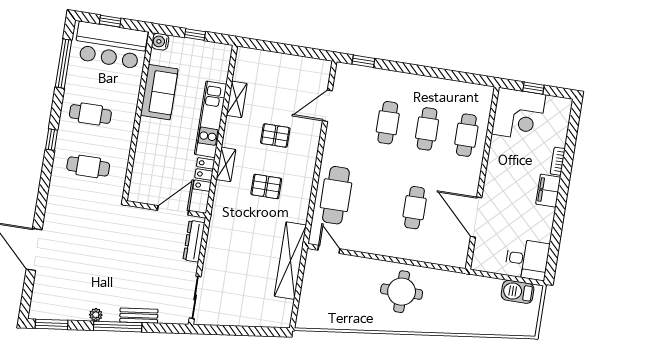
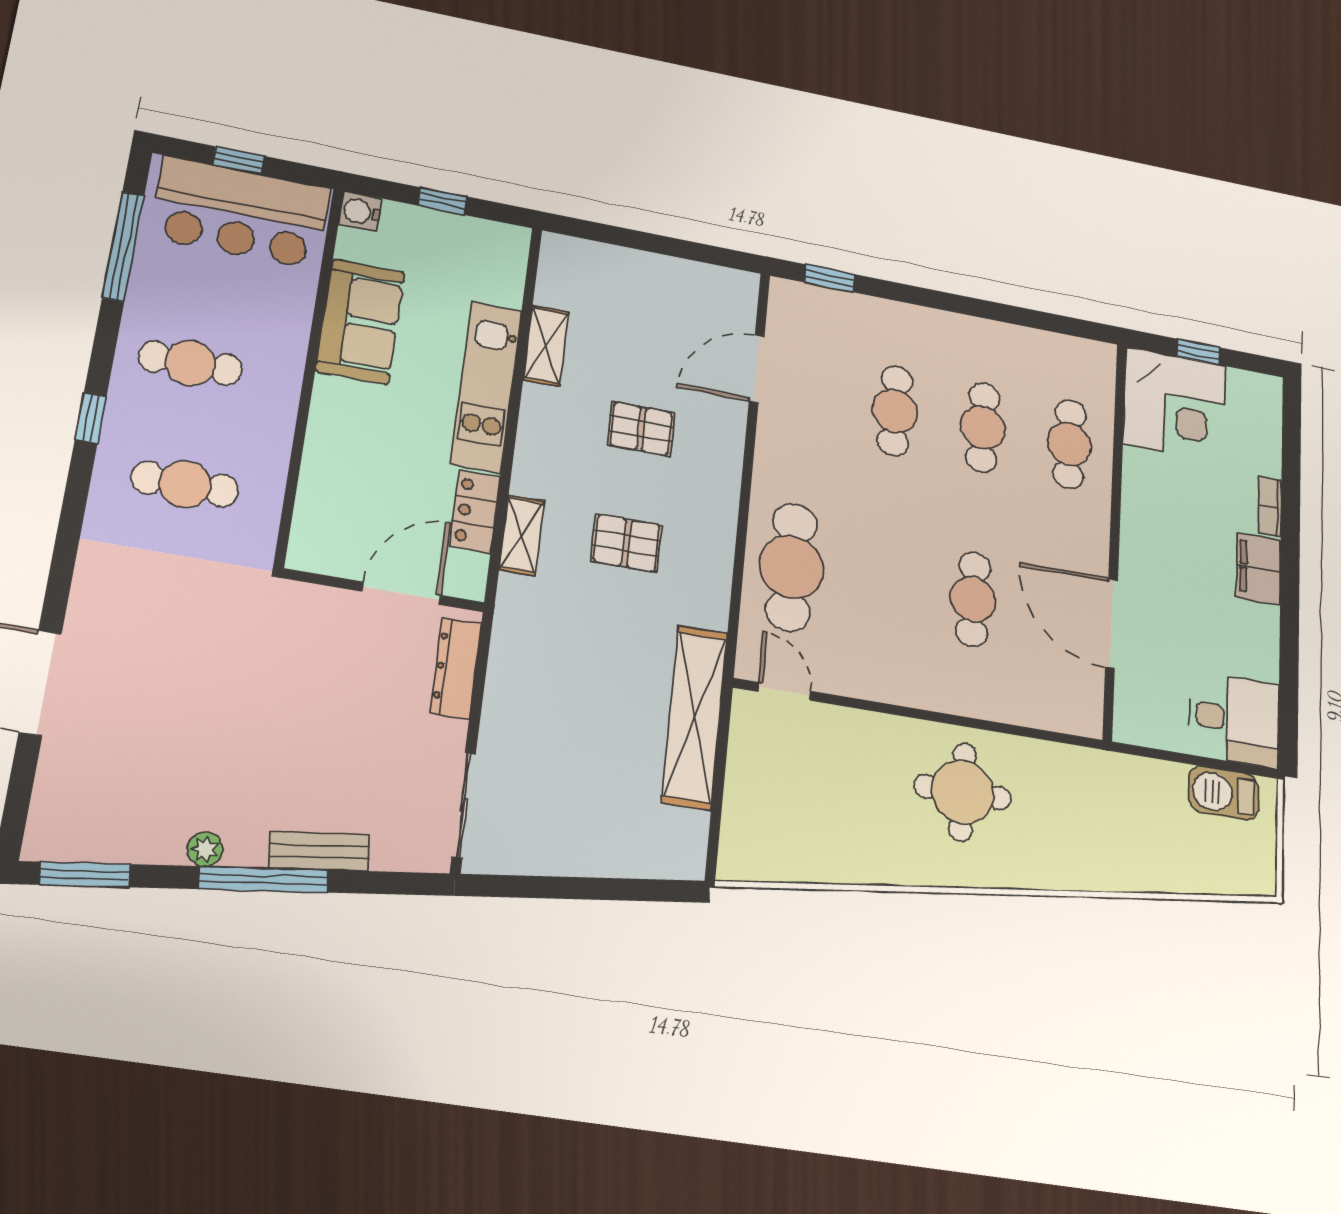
shelving: (226, 164) -> (522, 535), moved

